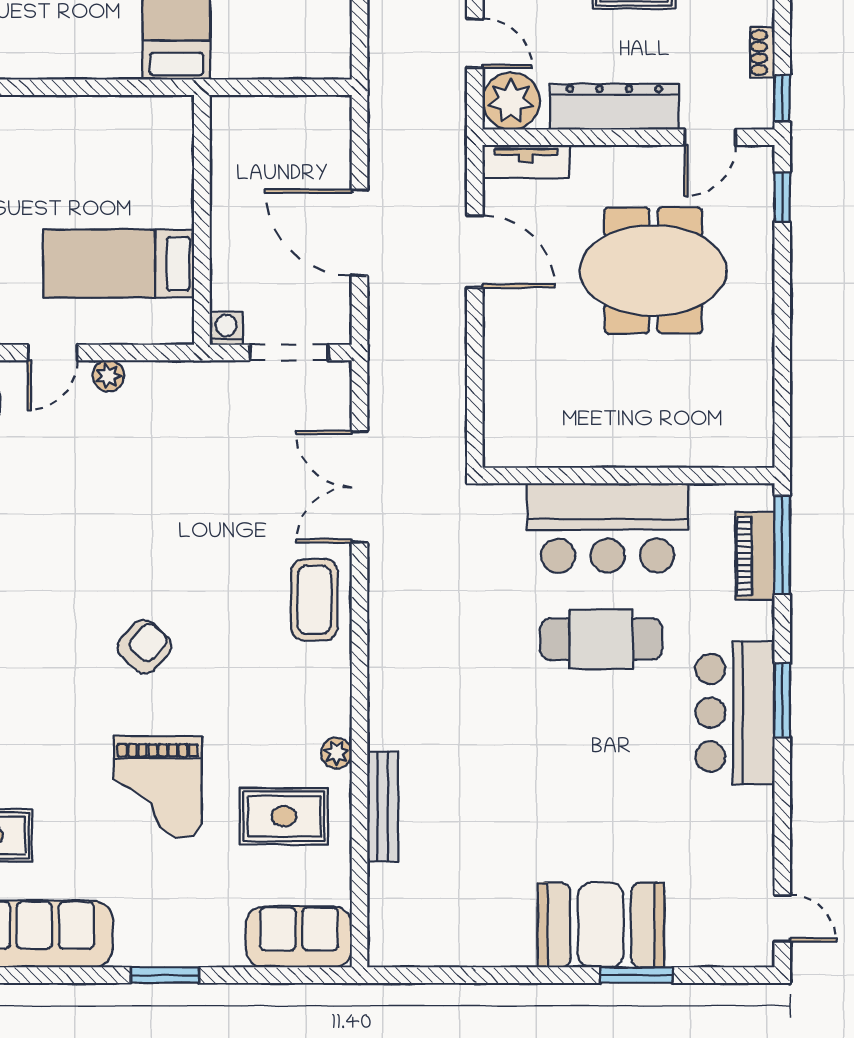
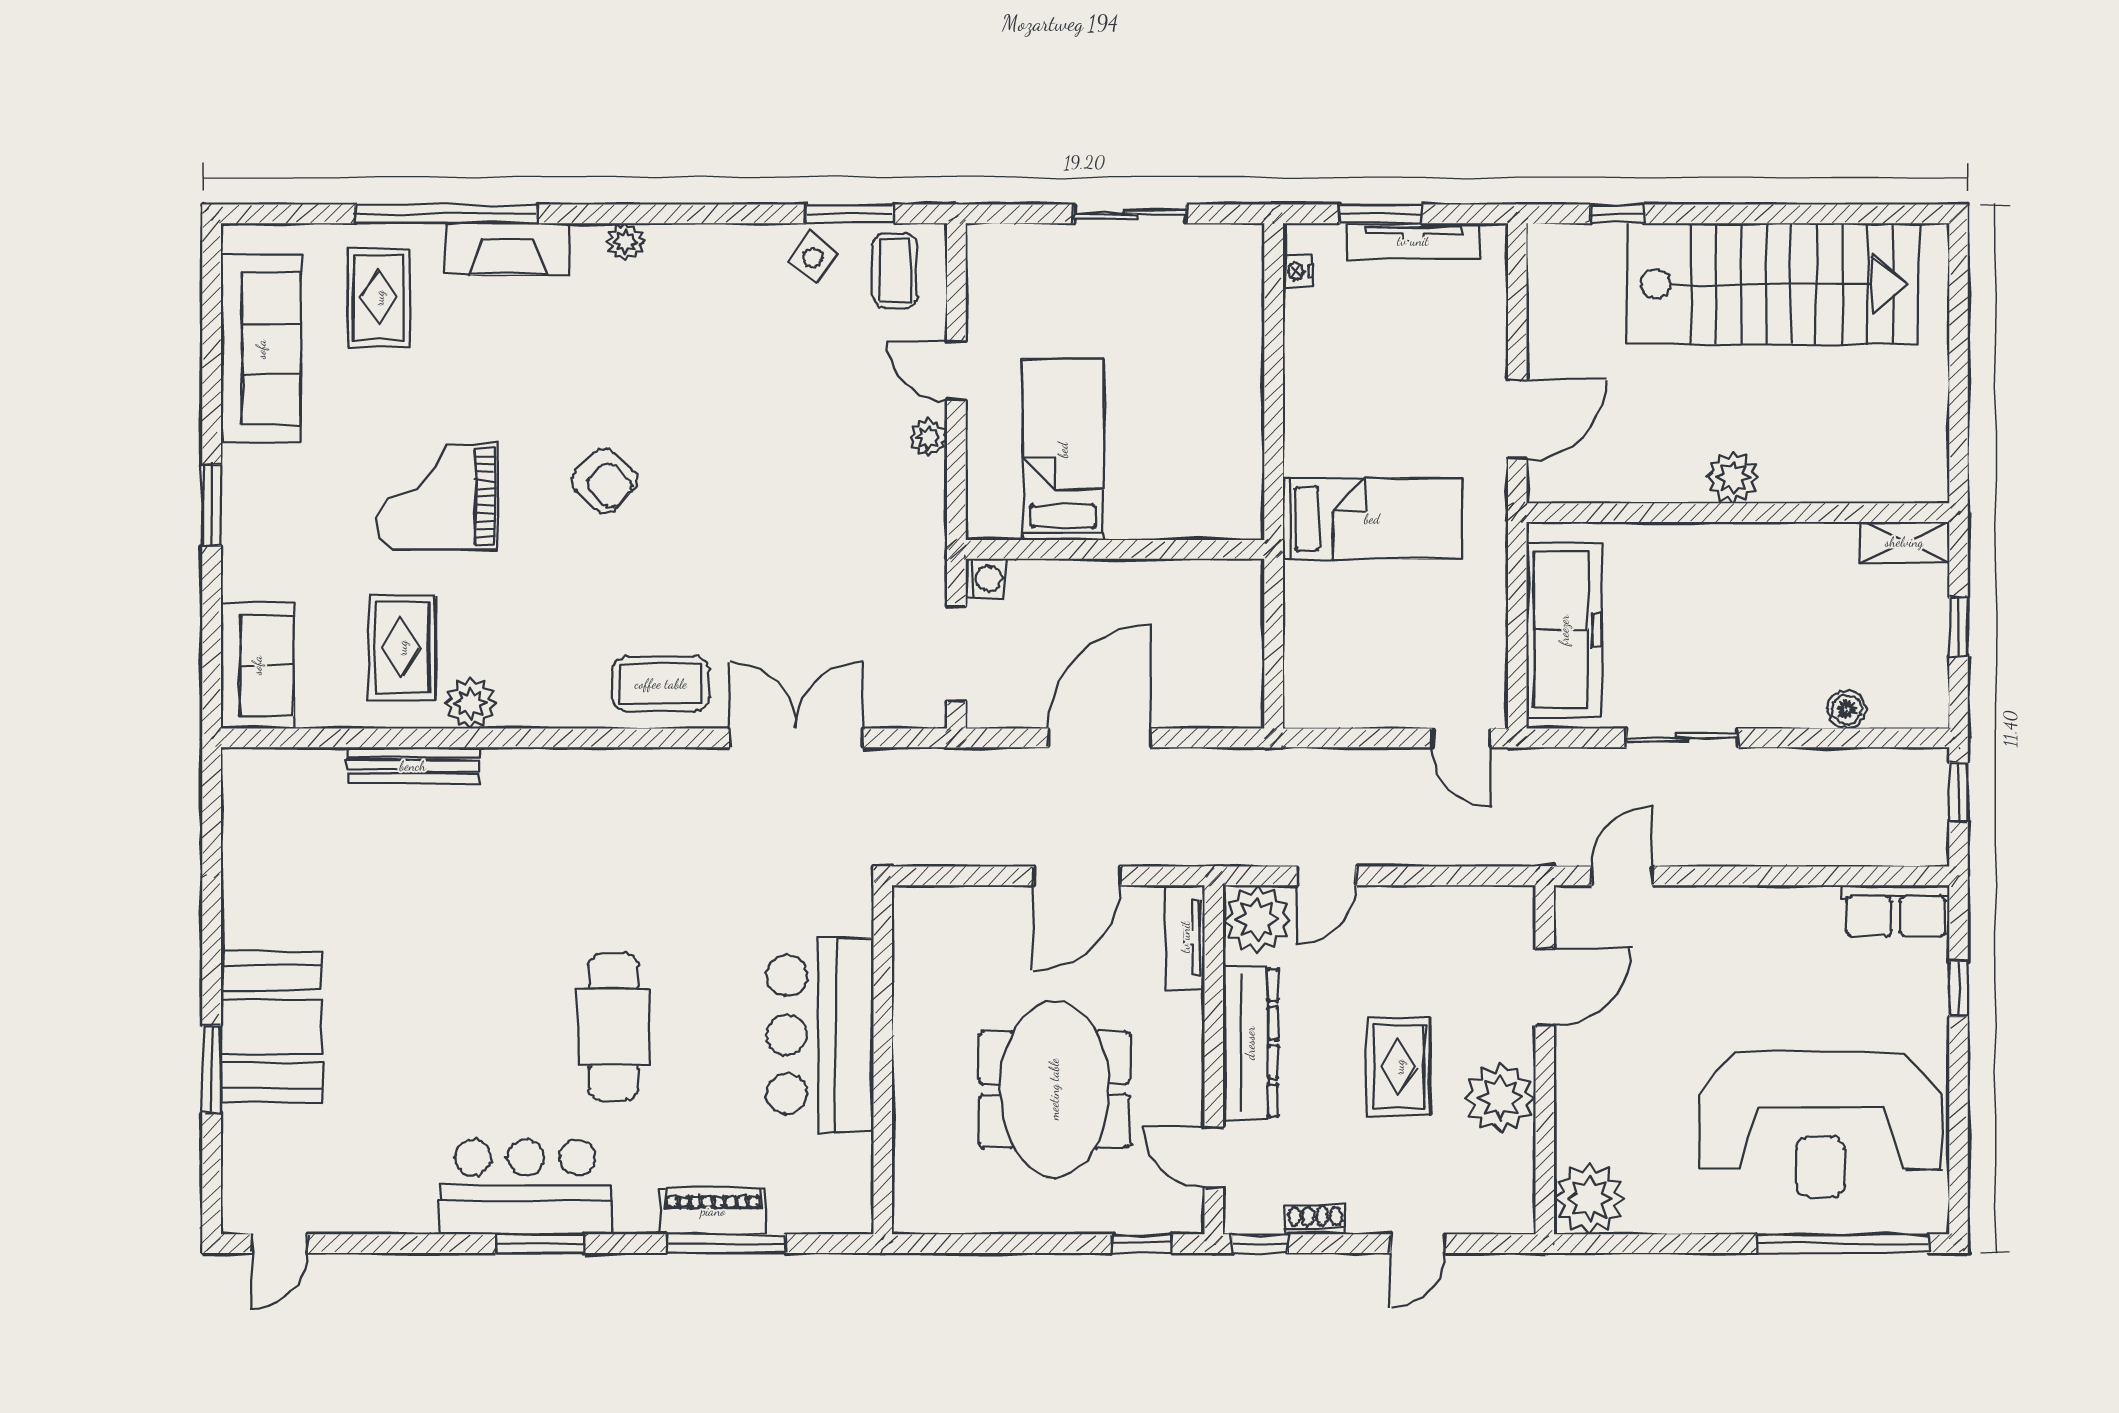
wall: (629, 476) -> (883, 1060), moved
bar counter: (608, 528) -> (820, 1035), moved
plant: (336, 753) -> (470, 703), width x1.38, depth x1.38

